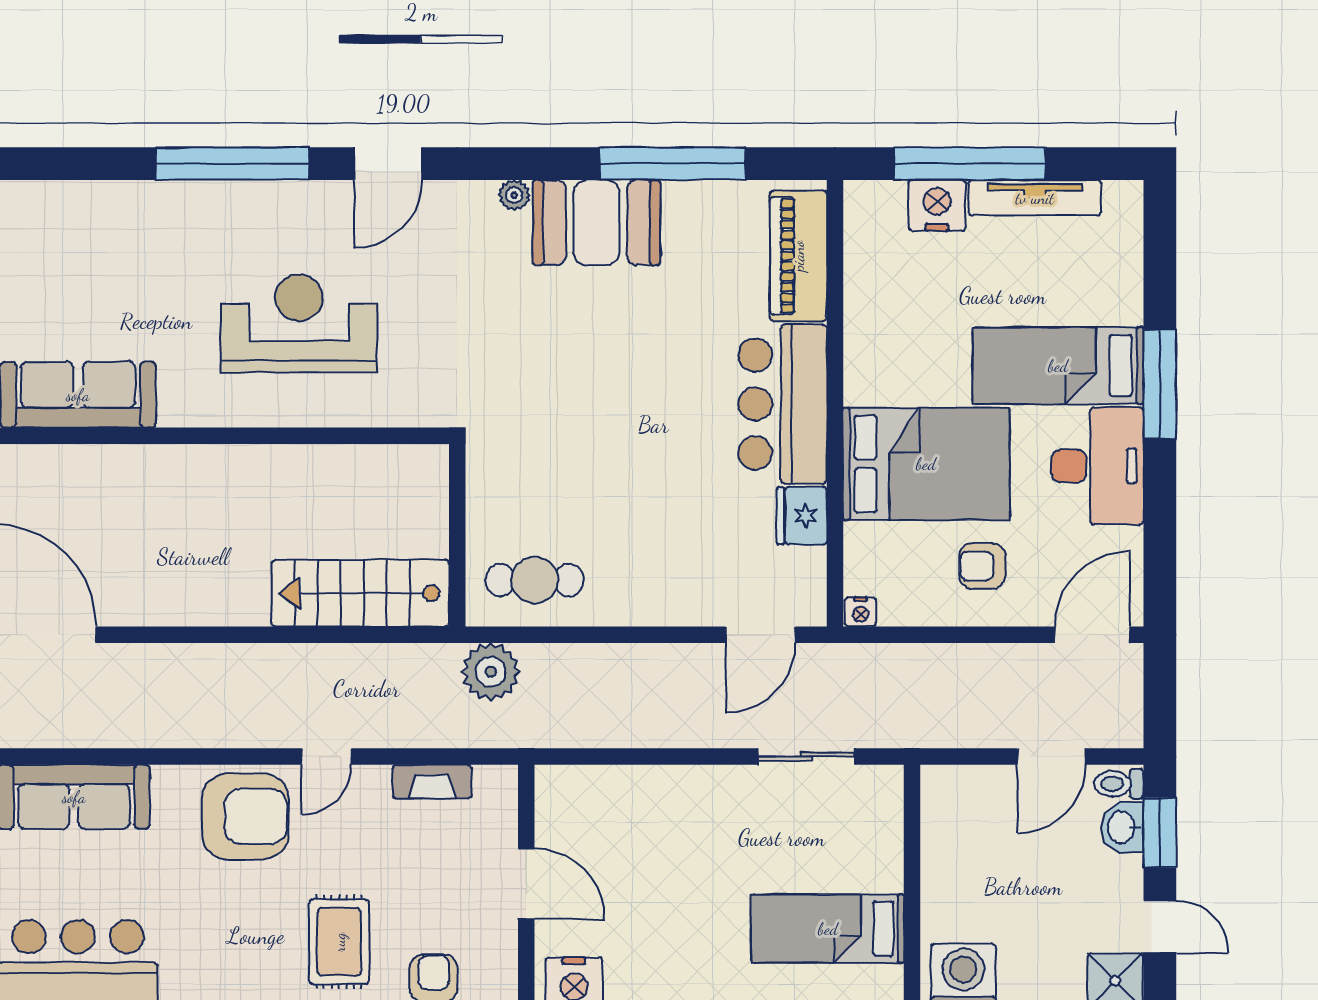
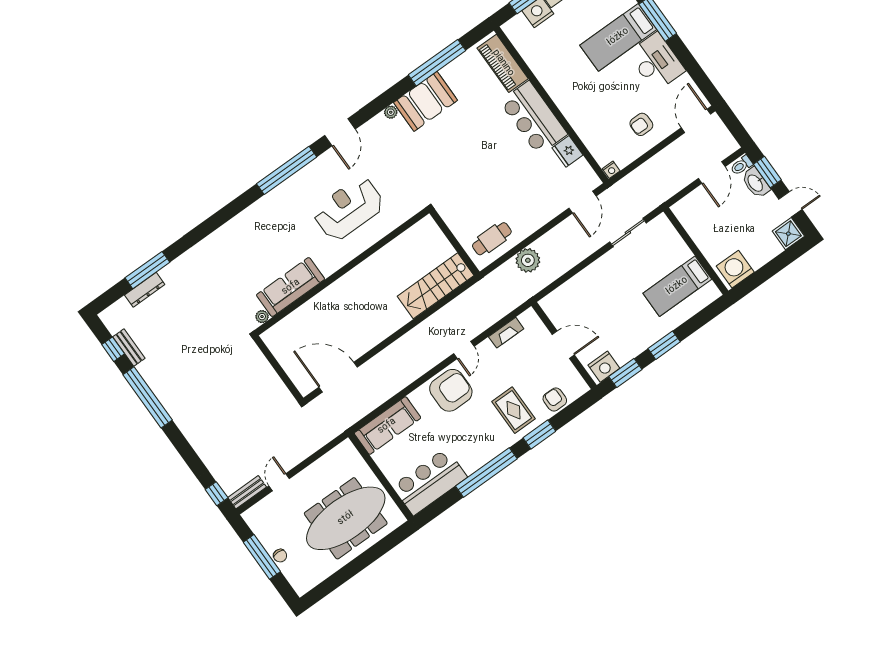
bed: (926, 464) -> (597, 103), removed
plant: (491, 672) -> (528, 260), moved
washbasin: (1122, 827) -> (756, 183), width x1.38

